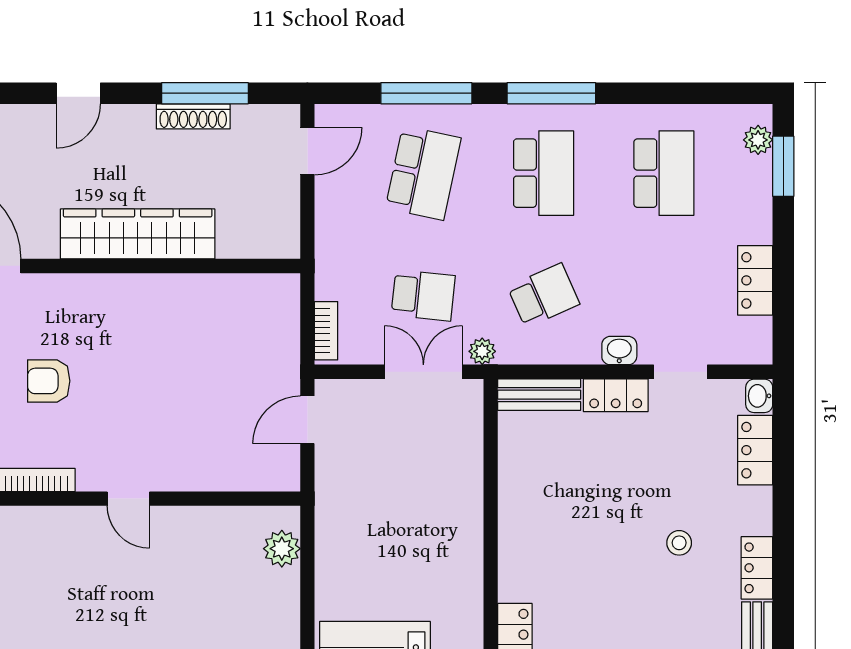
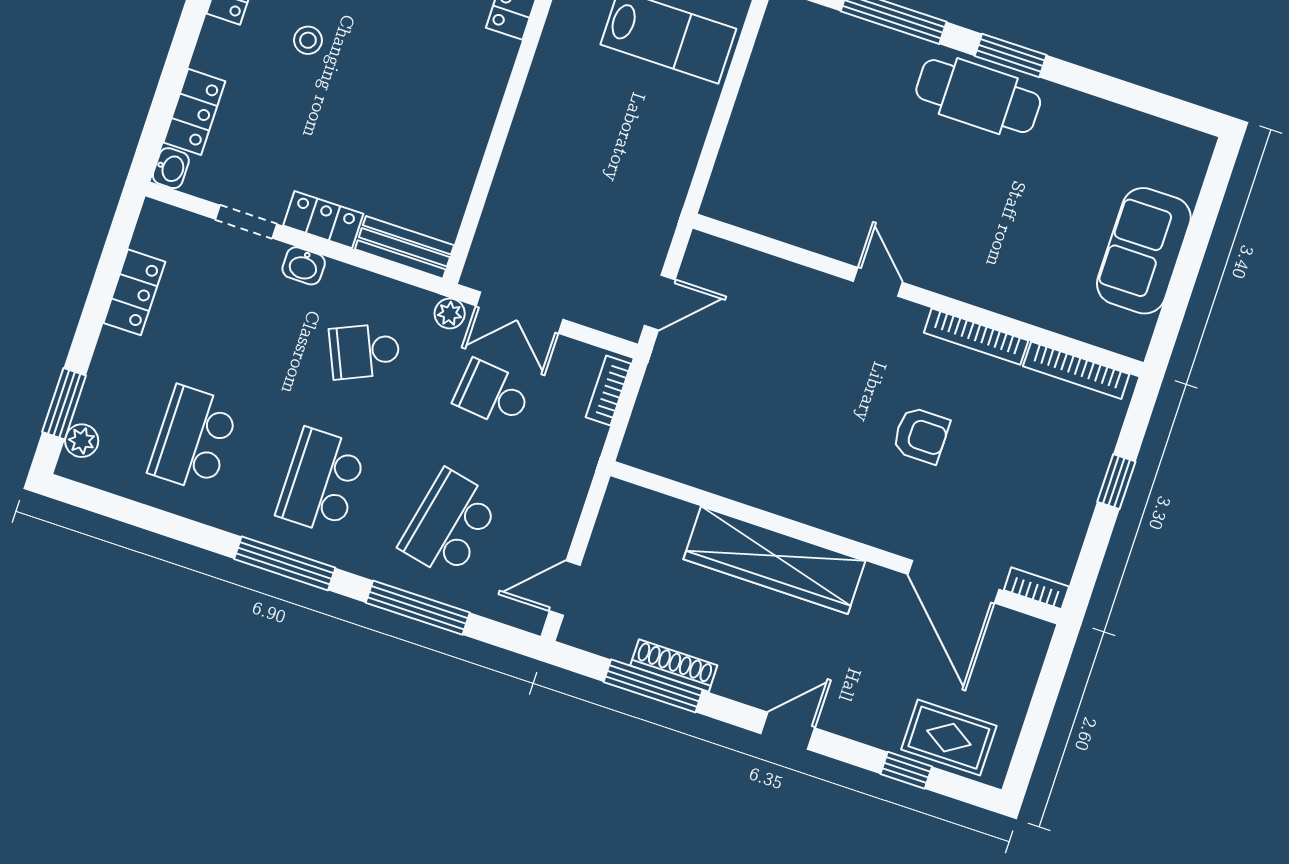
plant: (282, 549) -> (732, 175), removed

